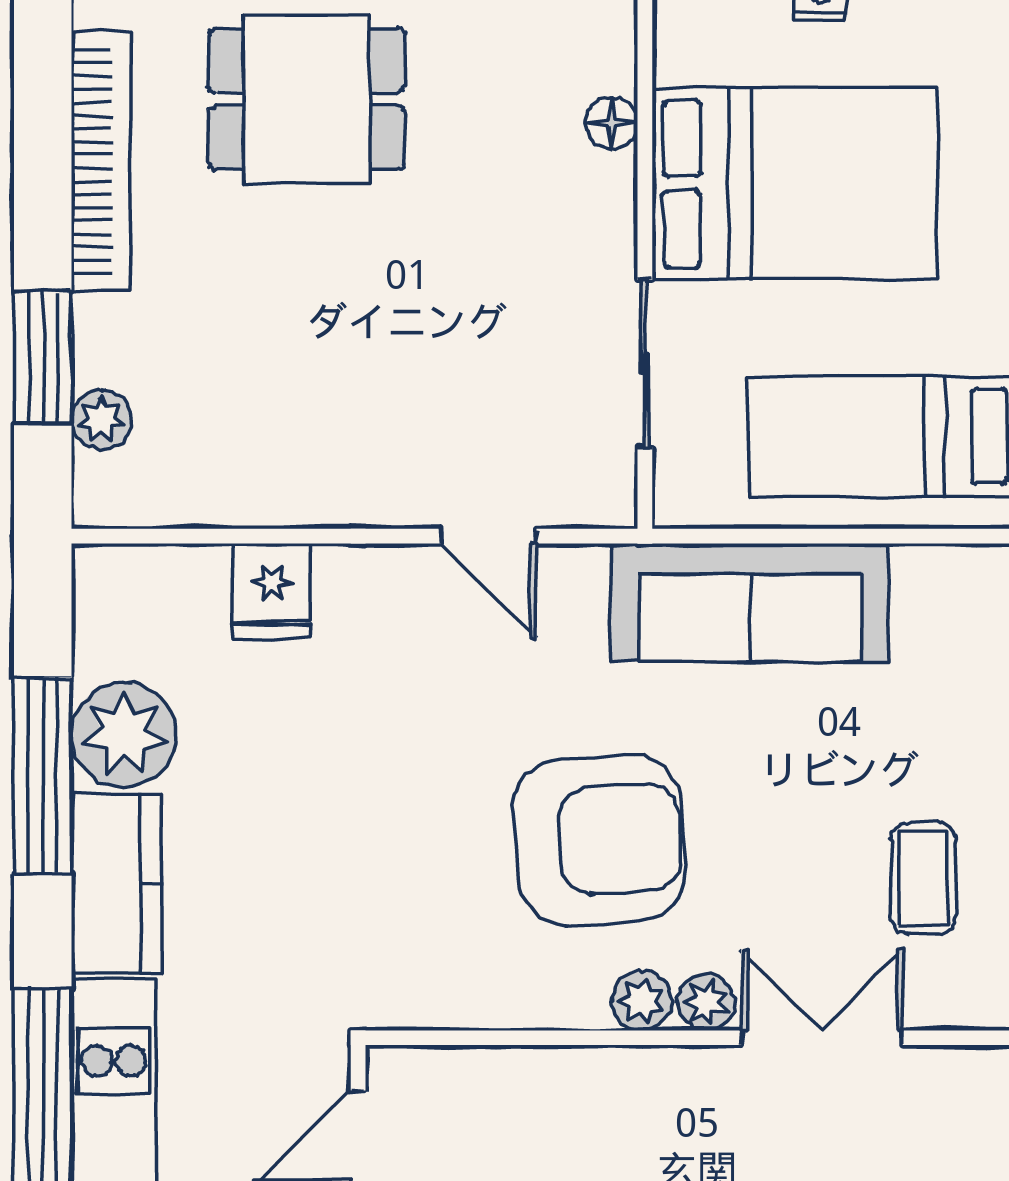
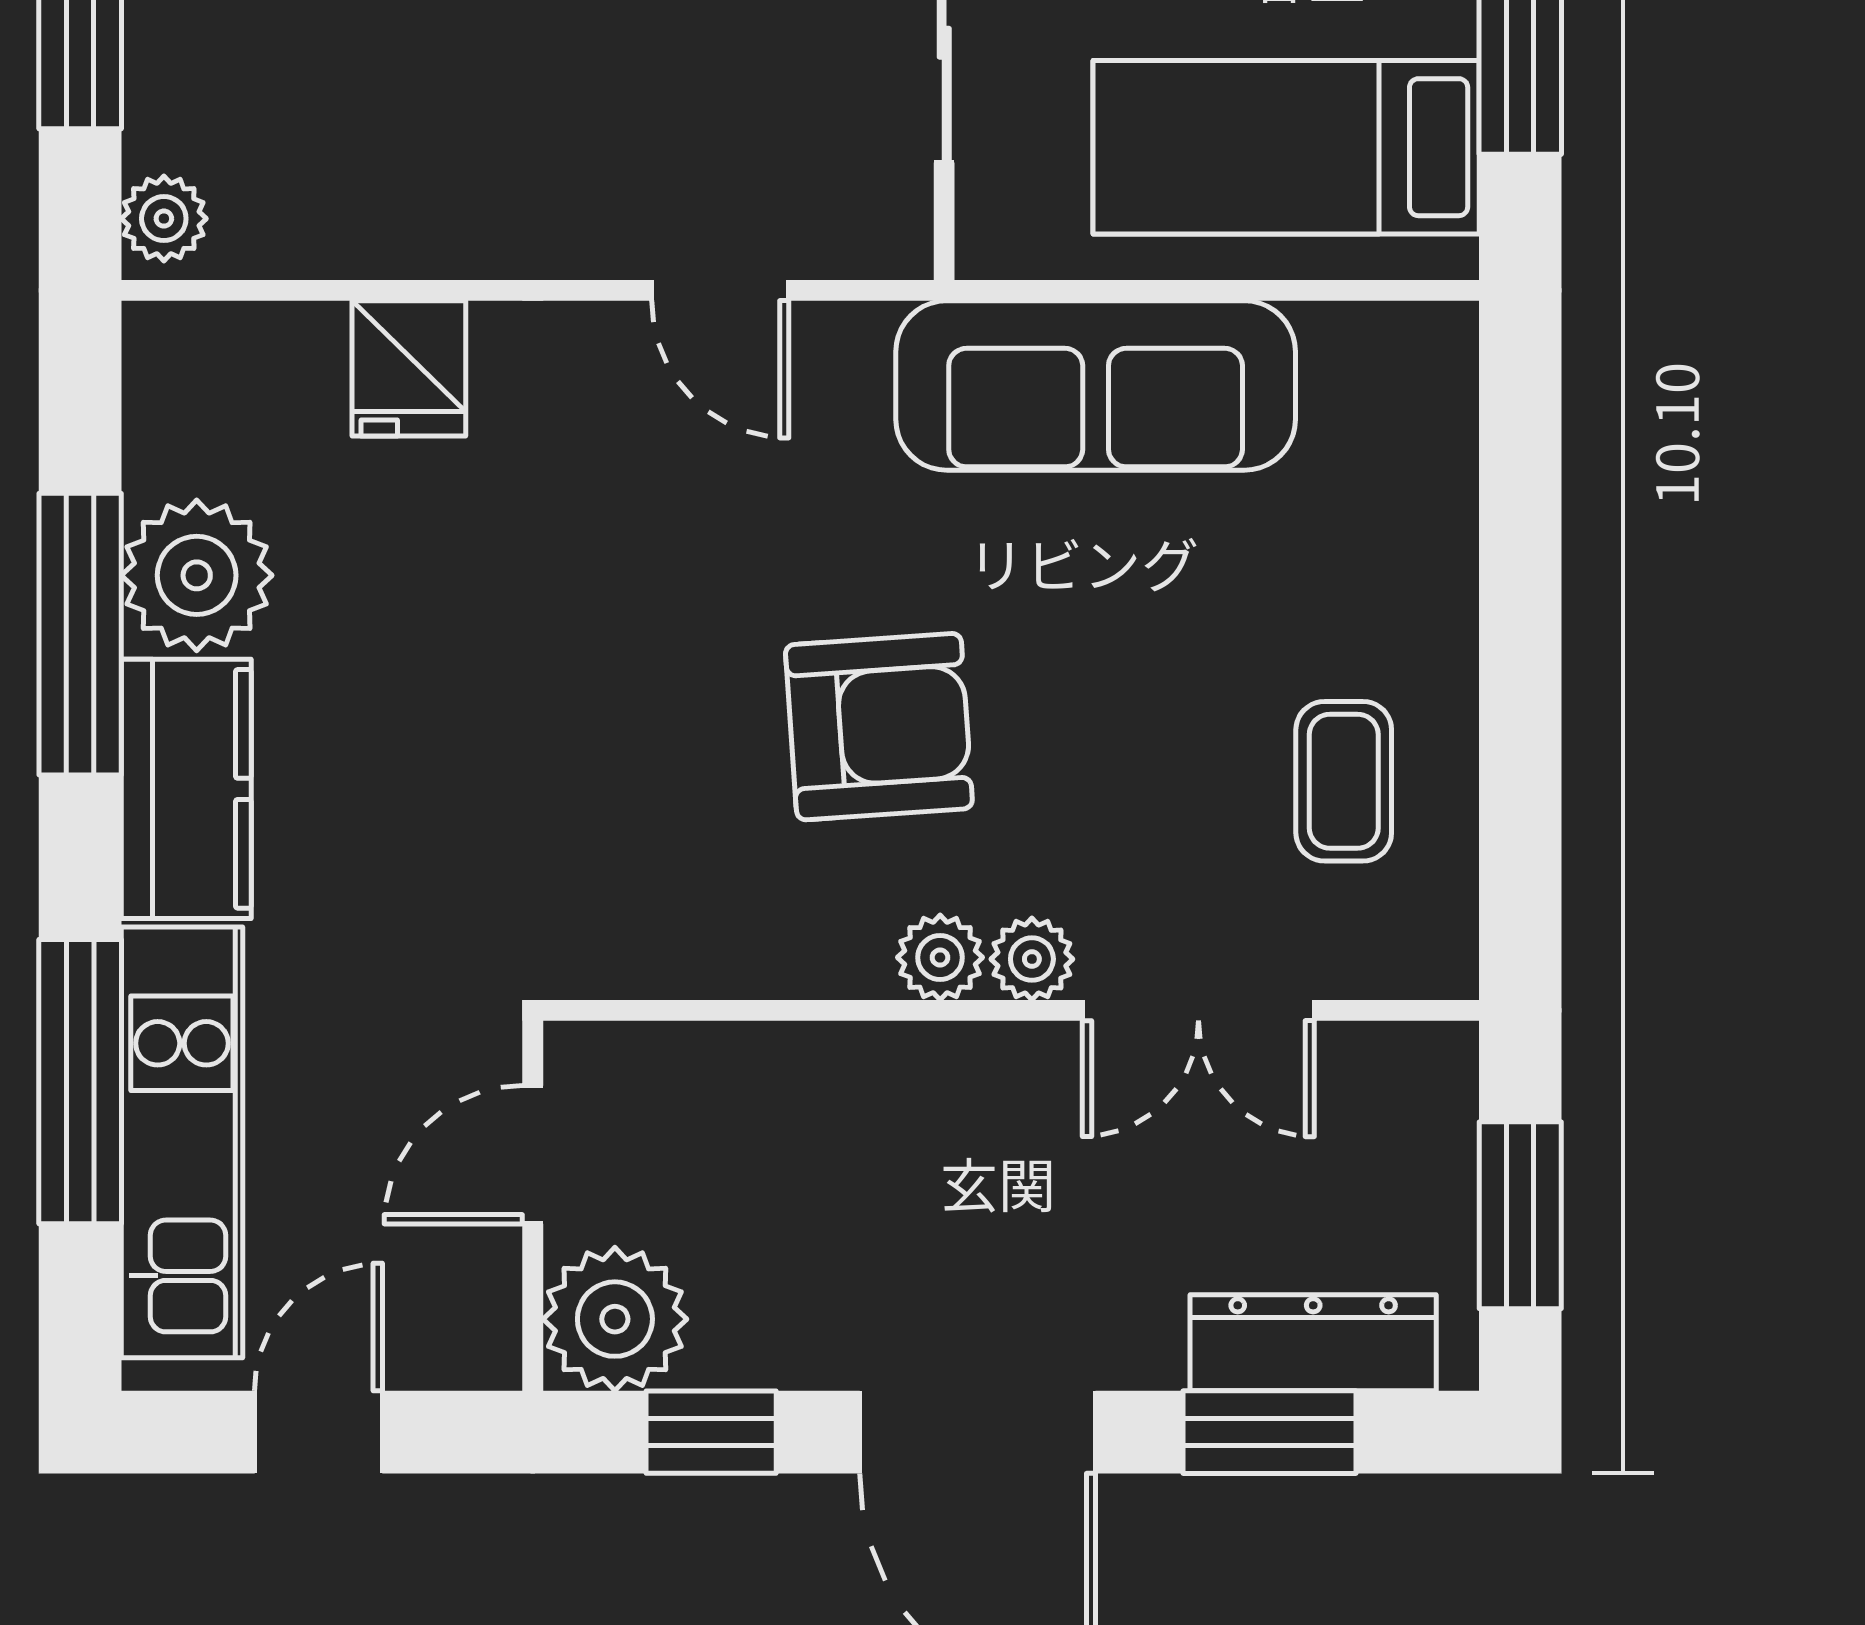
plant: (101, 420) -> (164, 219), moved
armchair: (599, 840) -> (879, 727), width x0.73, depth x0.73
double door: (822, 1038) -> (1198, 1010), swing flipped

